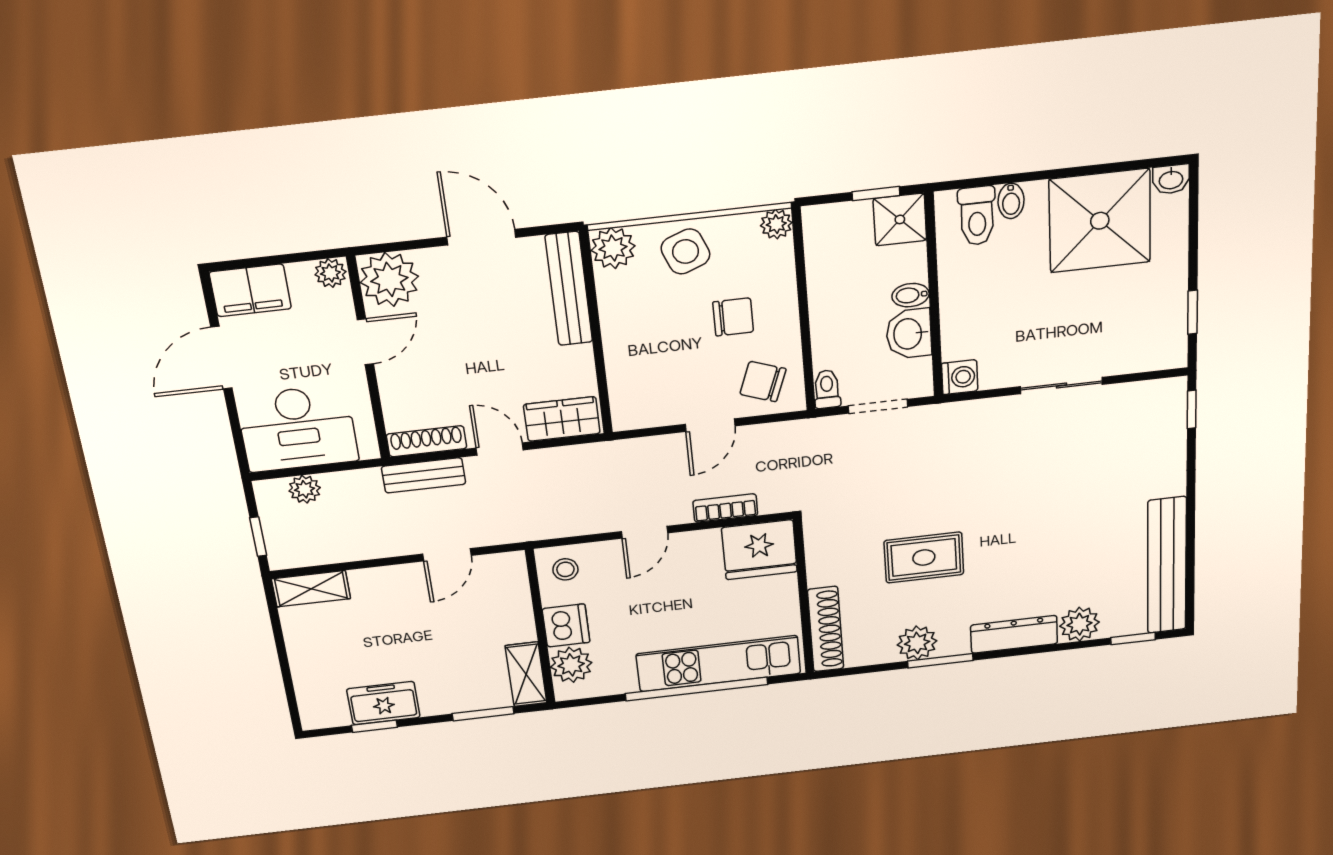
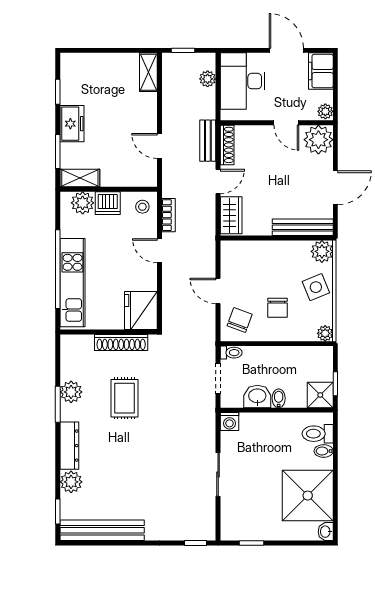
bookcase: (725, 508) -> (168, 215), moved
shoe rack: (826, 629) -> (121, 342), moved
freezer: (383, 703) -> (72, 124), moved

